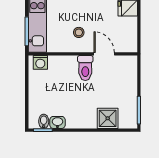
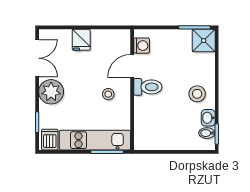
washing machine: (40, 62) -> (142, 46), moved
stool: (79, 112) -> (197, 94), added
shower: (108, 118) -> (204, 41), moved

